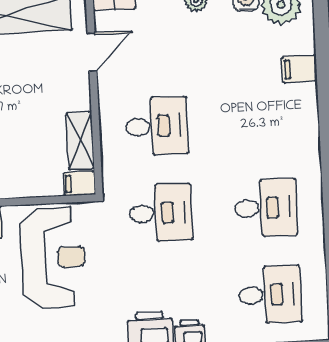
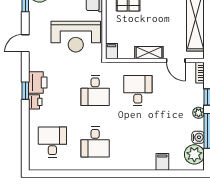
desk: (157, 126) -> (138, 90), turned 180
shelving: (80, 141) -> (149, 53), moved
desk: (270, 295) -> (52, 142), turned 180

